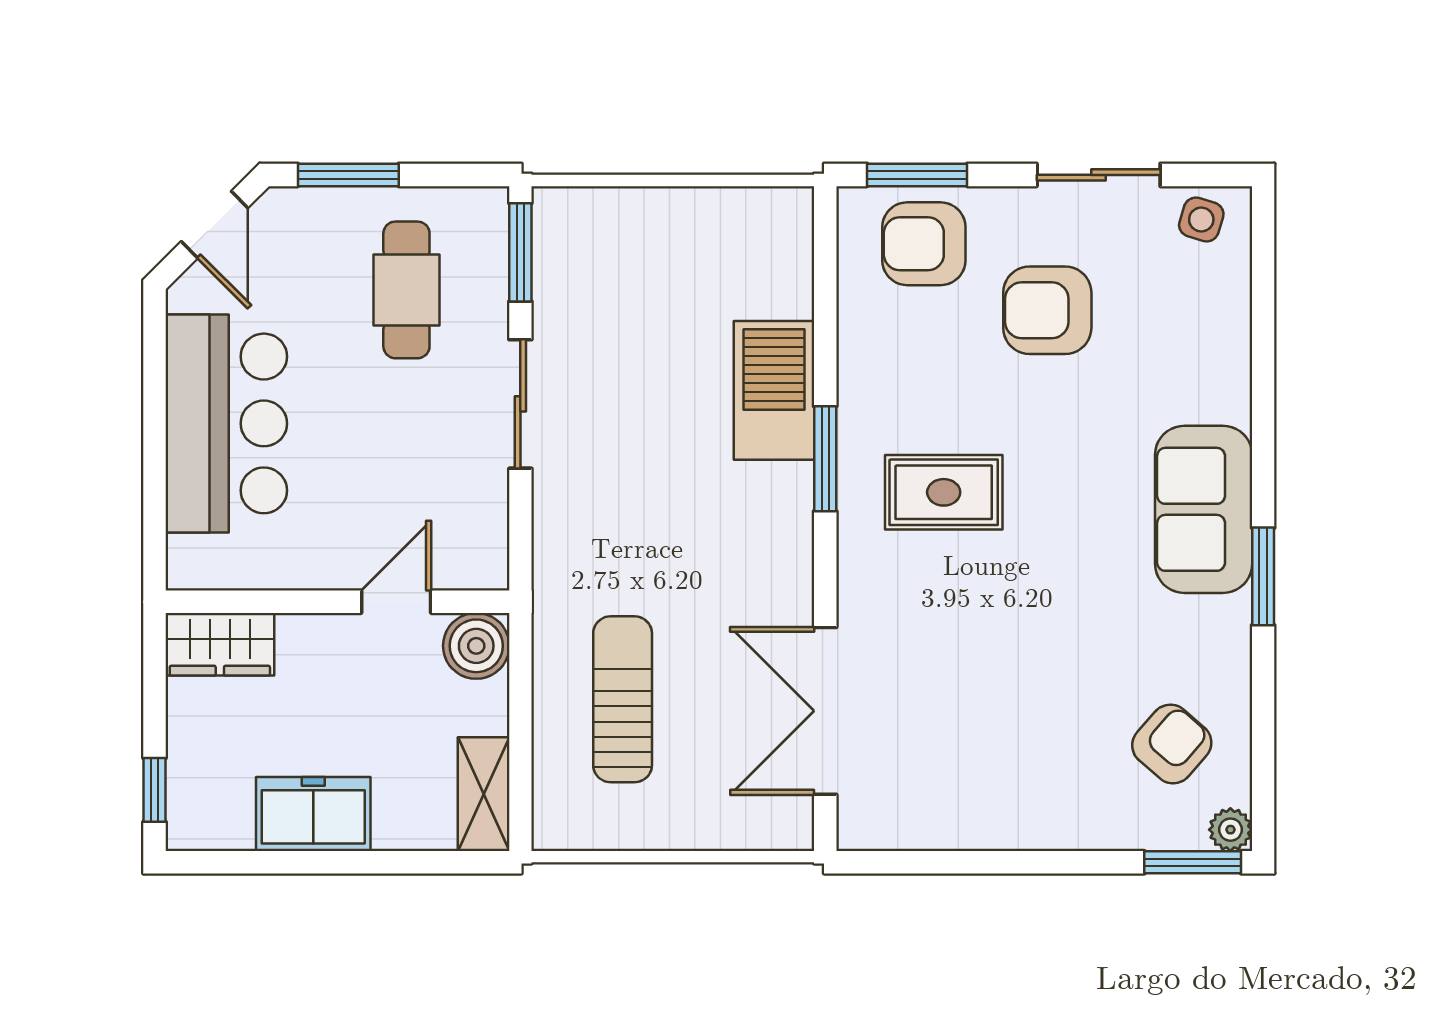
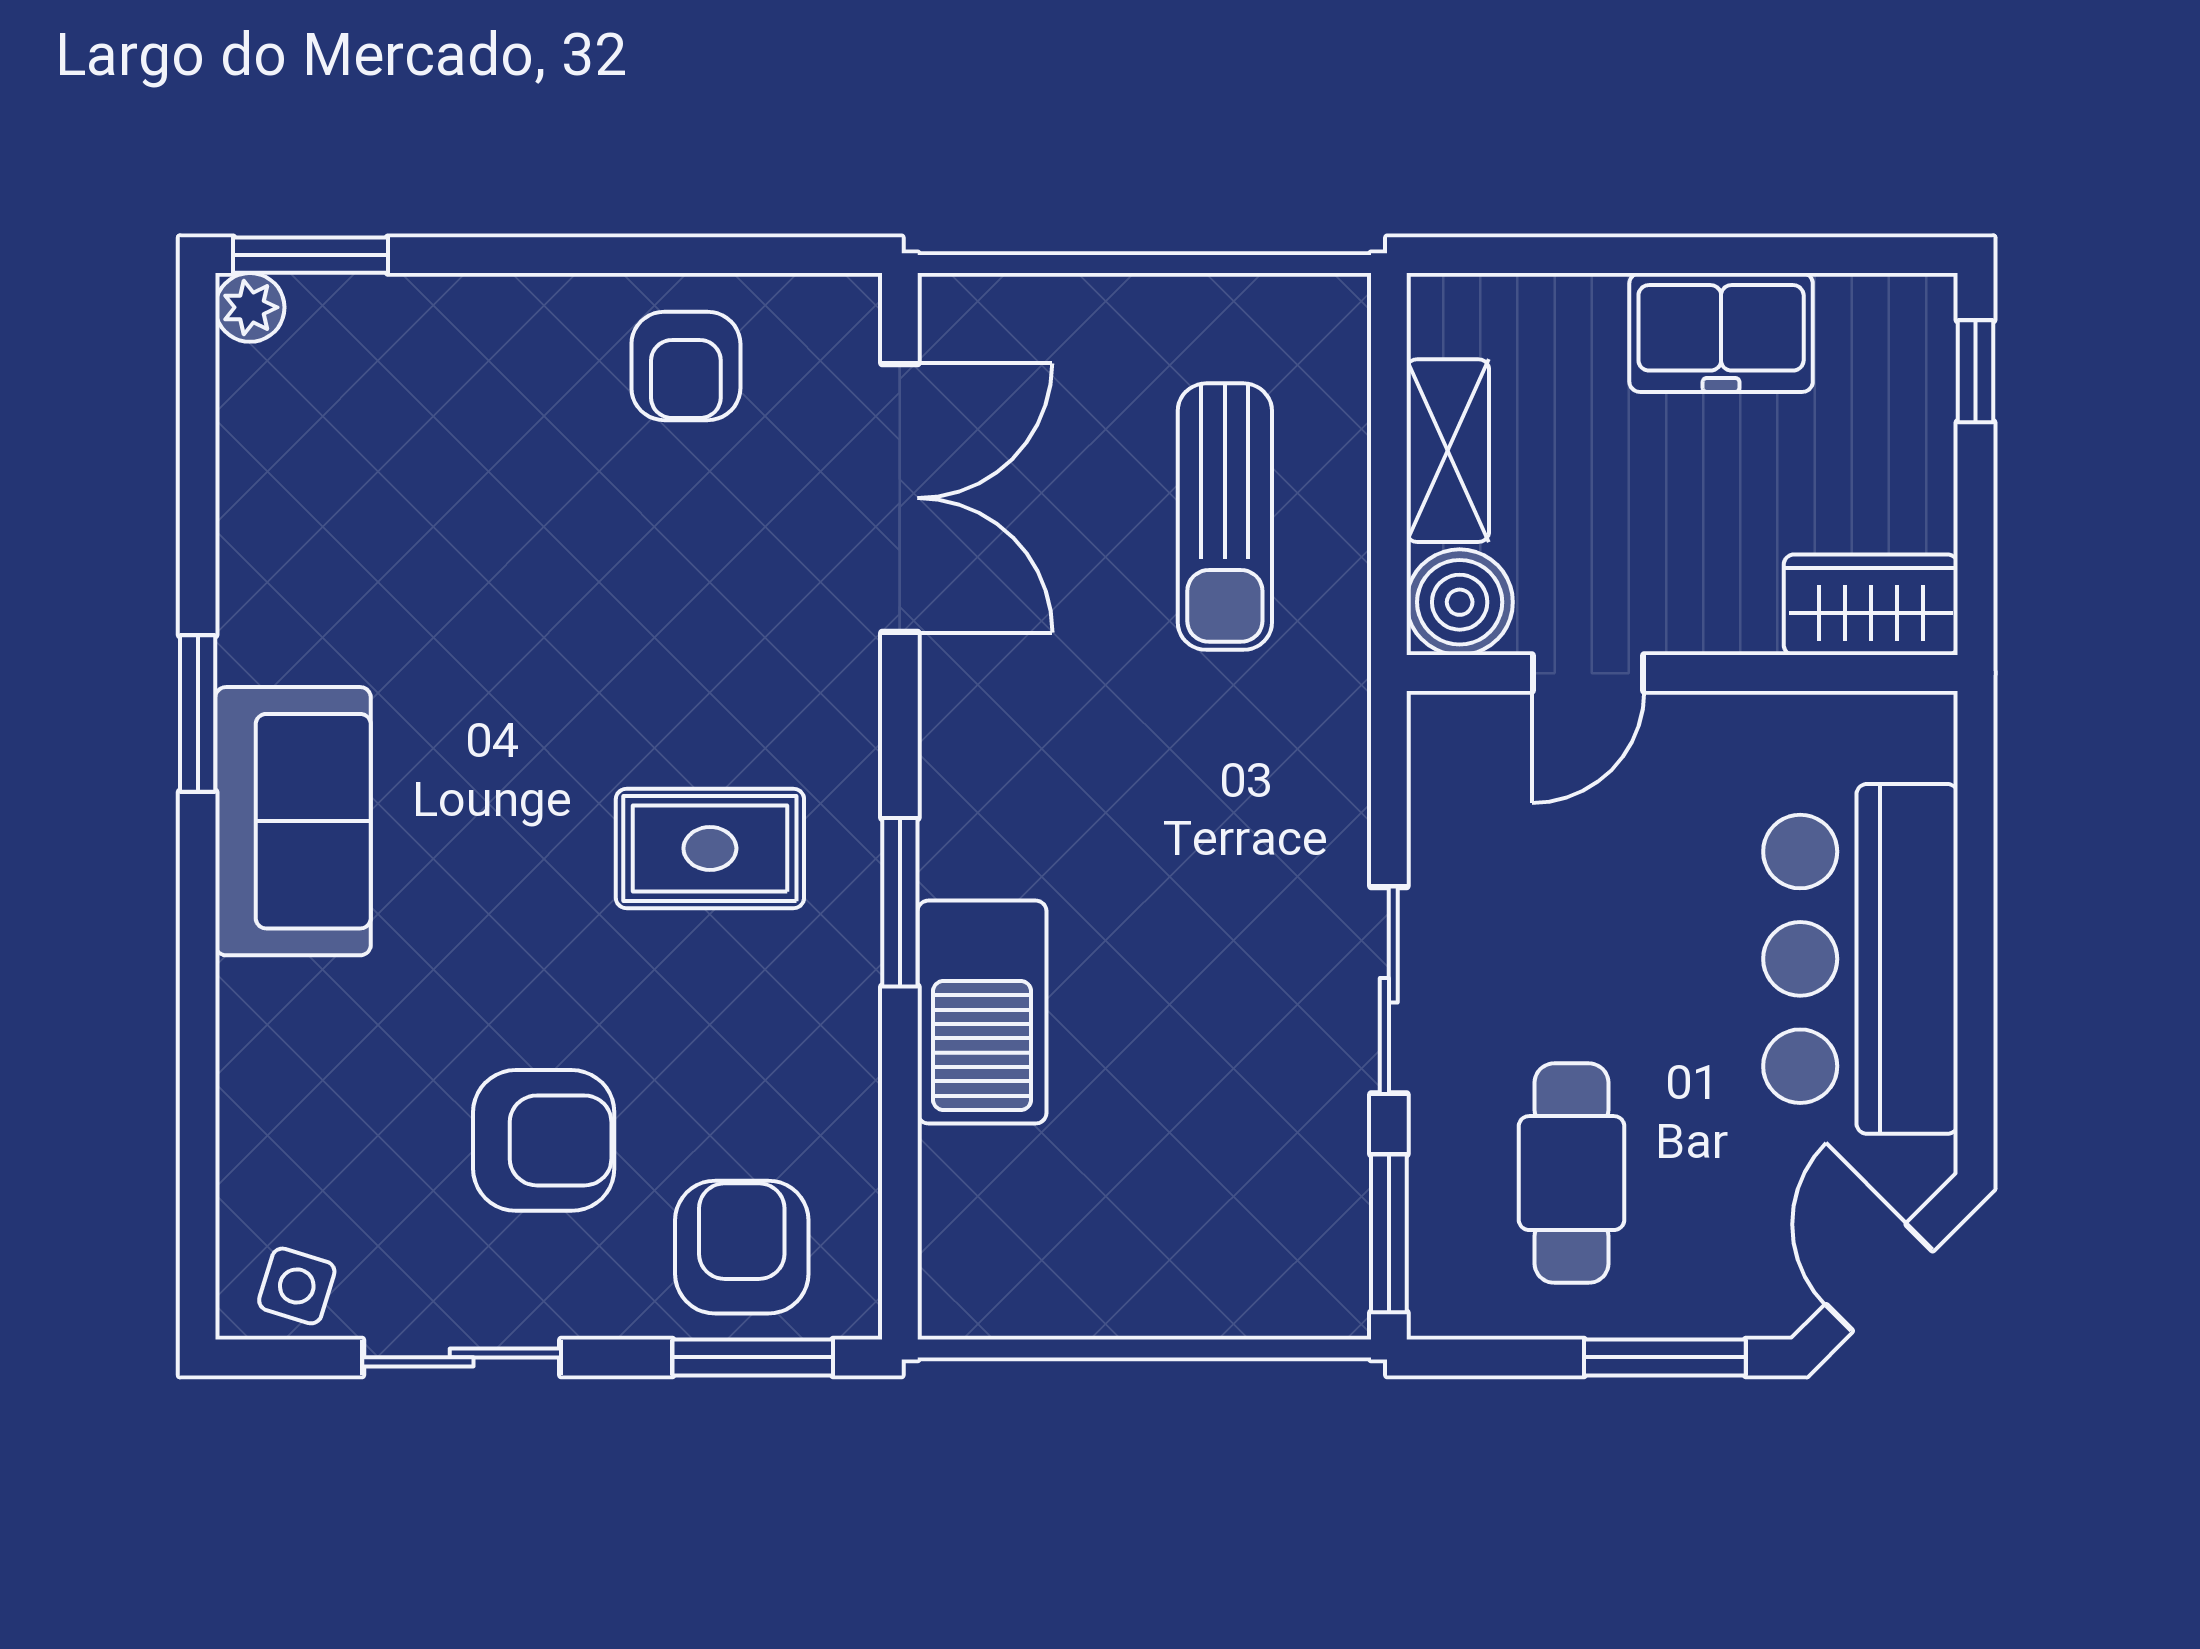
armchair: (924, 244) -> (742, 1247), turned -90
armchair: (1172, 744) -> (686, 366), moved, turned -41
shelving: (484, 794) -> (1448, 451), moved

